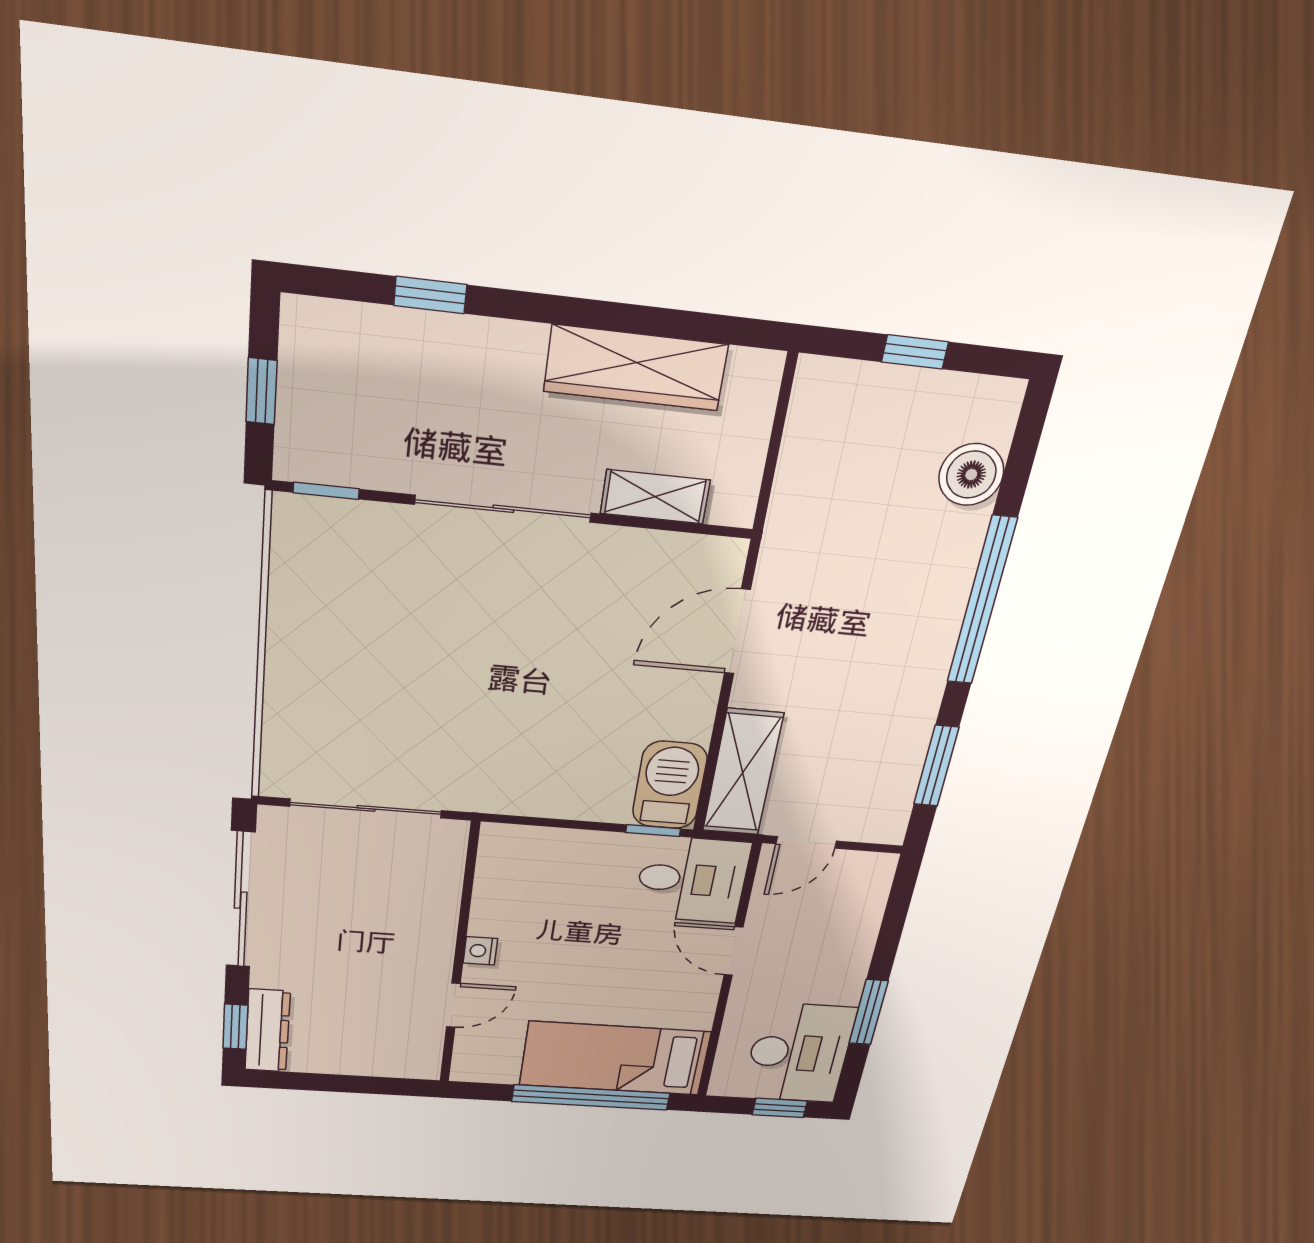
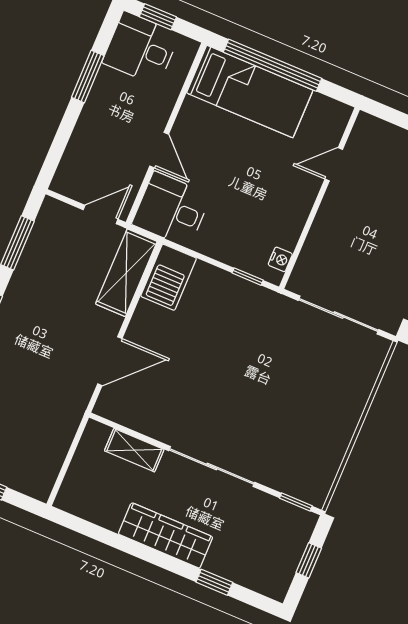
wardrobe: (636, 368) -> (166, 535), moved
window: (653, 831) -> (248, 277), moved
nightstand: (480, 951) -> (280, 259), moved
desk: (799, 1053) -> (141, 48), width x0.73

